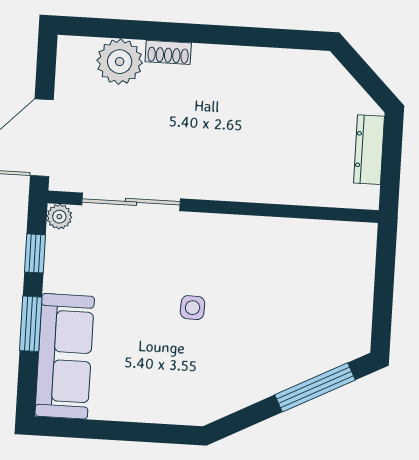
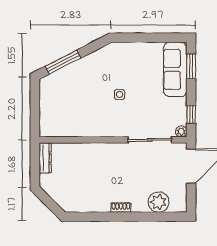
shoe rack: (168, 52) -> (121, 207), moved
dresser: (369, 150) -> (45, 158), moved
window: (31, 324) -> (191, 66), moved

